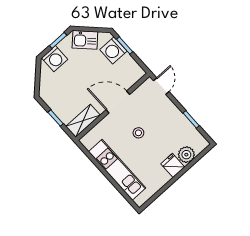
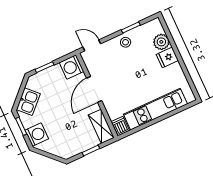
washing machine: (113, 50) -> (72, 67), moved, turned 90
stool: (138, 133) -> (126, 42), moved
dishwasher: (89, 140) -> (121, 126), added

